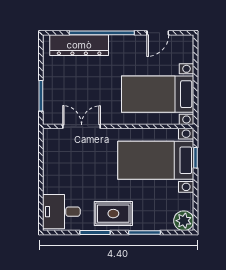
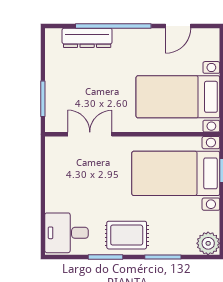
dresser: (79, 45) -> (87, 38), width x0.73, depth x0.80

